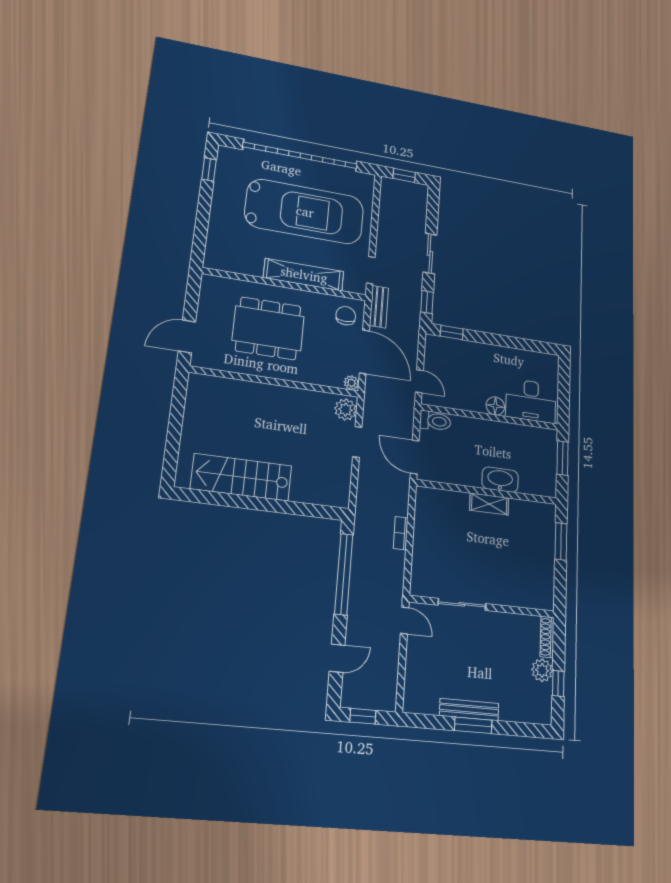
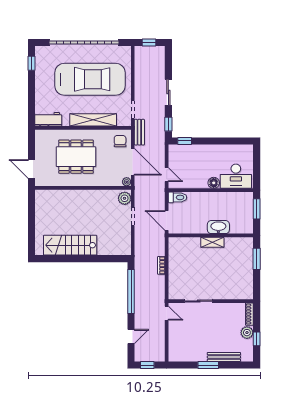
workbench: (227, 261) -> (48, 119), added
door: (187, 336) -> (31, 169), hinge flipped
bench: (469, 710) -> (224, 357), moved

